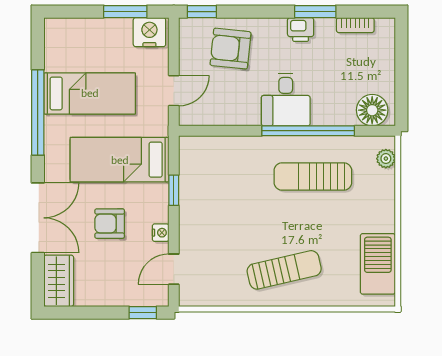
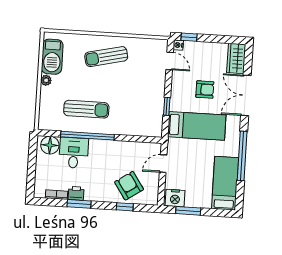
window: (202, 12) -> (125, 207), moved
printer: (301, 29) -> (76, 193), moved
armchair: (230, 49) -> (129, 186), turned -130
bed: (90, 93) -> (225, 183), moved, turned 90
desk: (286, 100) -> (74, 153), moved
plant: (386, 159) -> (46, 80), moved
nightstand: (161, 233) -> (178, 45), moved
door: (174, 269) -> (170, 61), hinge flipped

